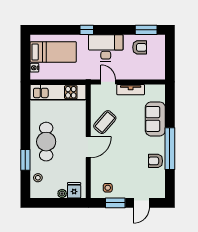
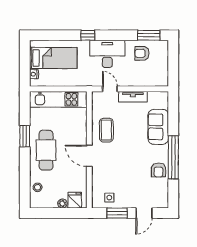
armchair: (140, 47) -> (142, 53), turned 180
coffee table: (105, 122) -> (106, 130), turned -41
door: (88, 147) -> (89, 156), swing flipped
window: (25, 160) -> (25, 136), moved
armchair: (156, 161) -> (158, 170), turned -90

